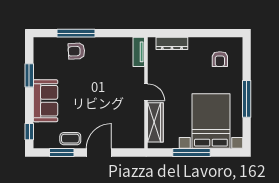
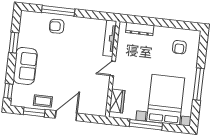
tv unit: (139, 52) -> (110, 38), width x1.41
door: (146, 92) -> (113, 69), swing flipped
wardrobe: (155, 122) -> (117, 101), width x0.67

